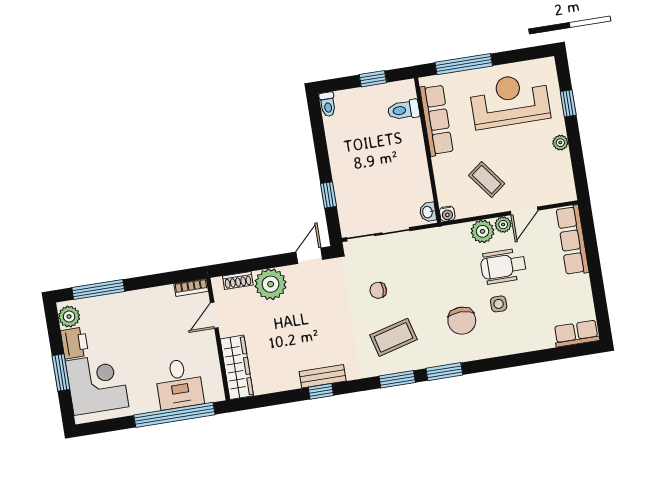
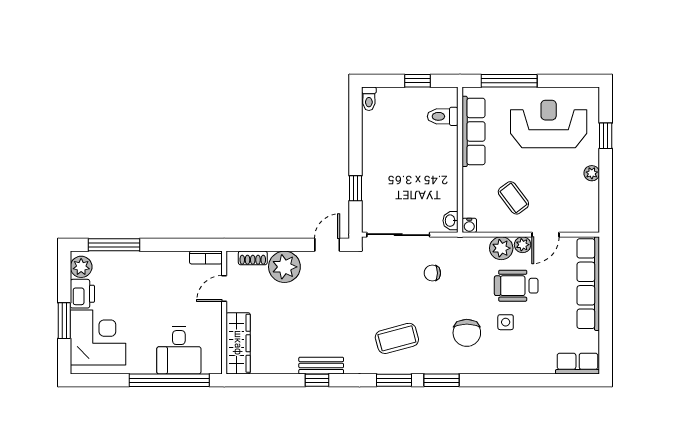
row of seats: (573, 240) -> (588, 284), width x1.36
chair: (378, 290) -> (432, 273), moved

